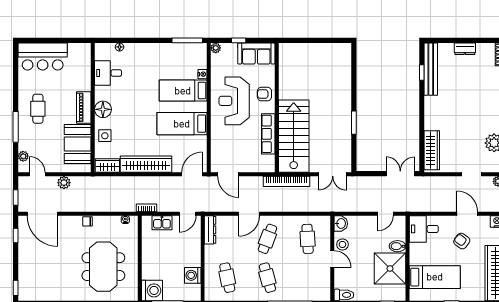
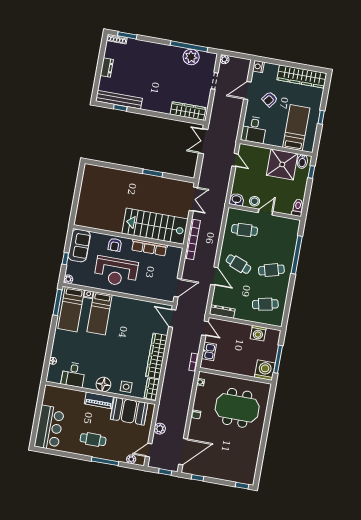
bed: (182, 124) -> (71, 309), moved
bidet: (397, 246) -> (302, 161), moved

